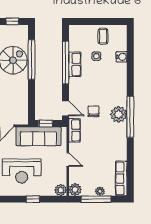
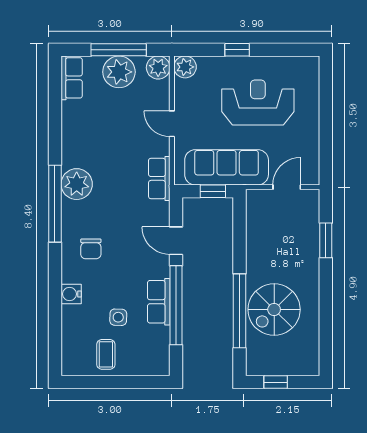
water cooler: (122, 57) -> (71, 294), moved
door: (65, 108) -> (176, 241), moved
chair: (93, 111) -> (91, 249), moved
plant: (119, 114) -> (77, 184), moved
row of seats: (121, 178) -> (72, 78), width x0.68
plant: (100, 191) -> (119, 72), width x1.87, depth x1.87

